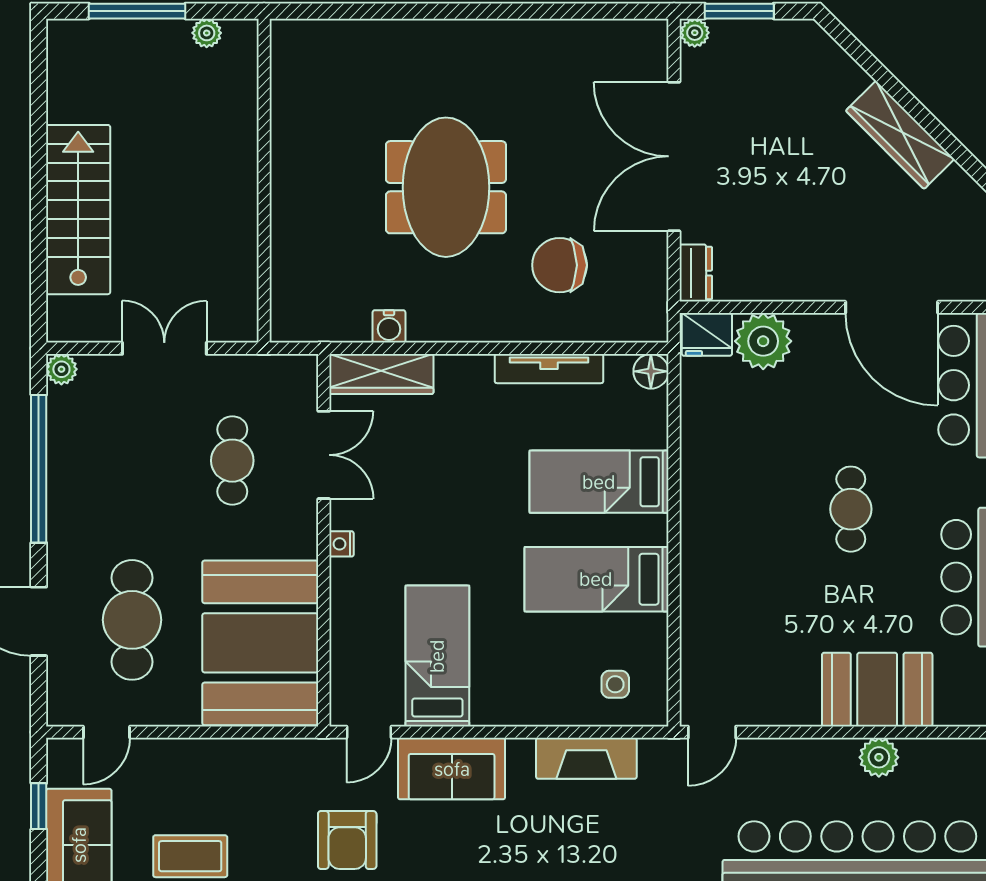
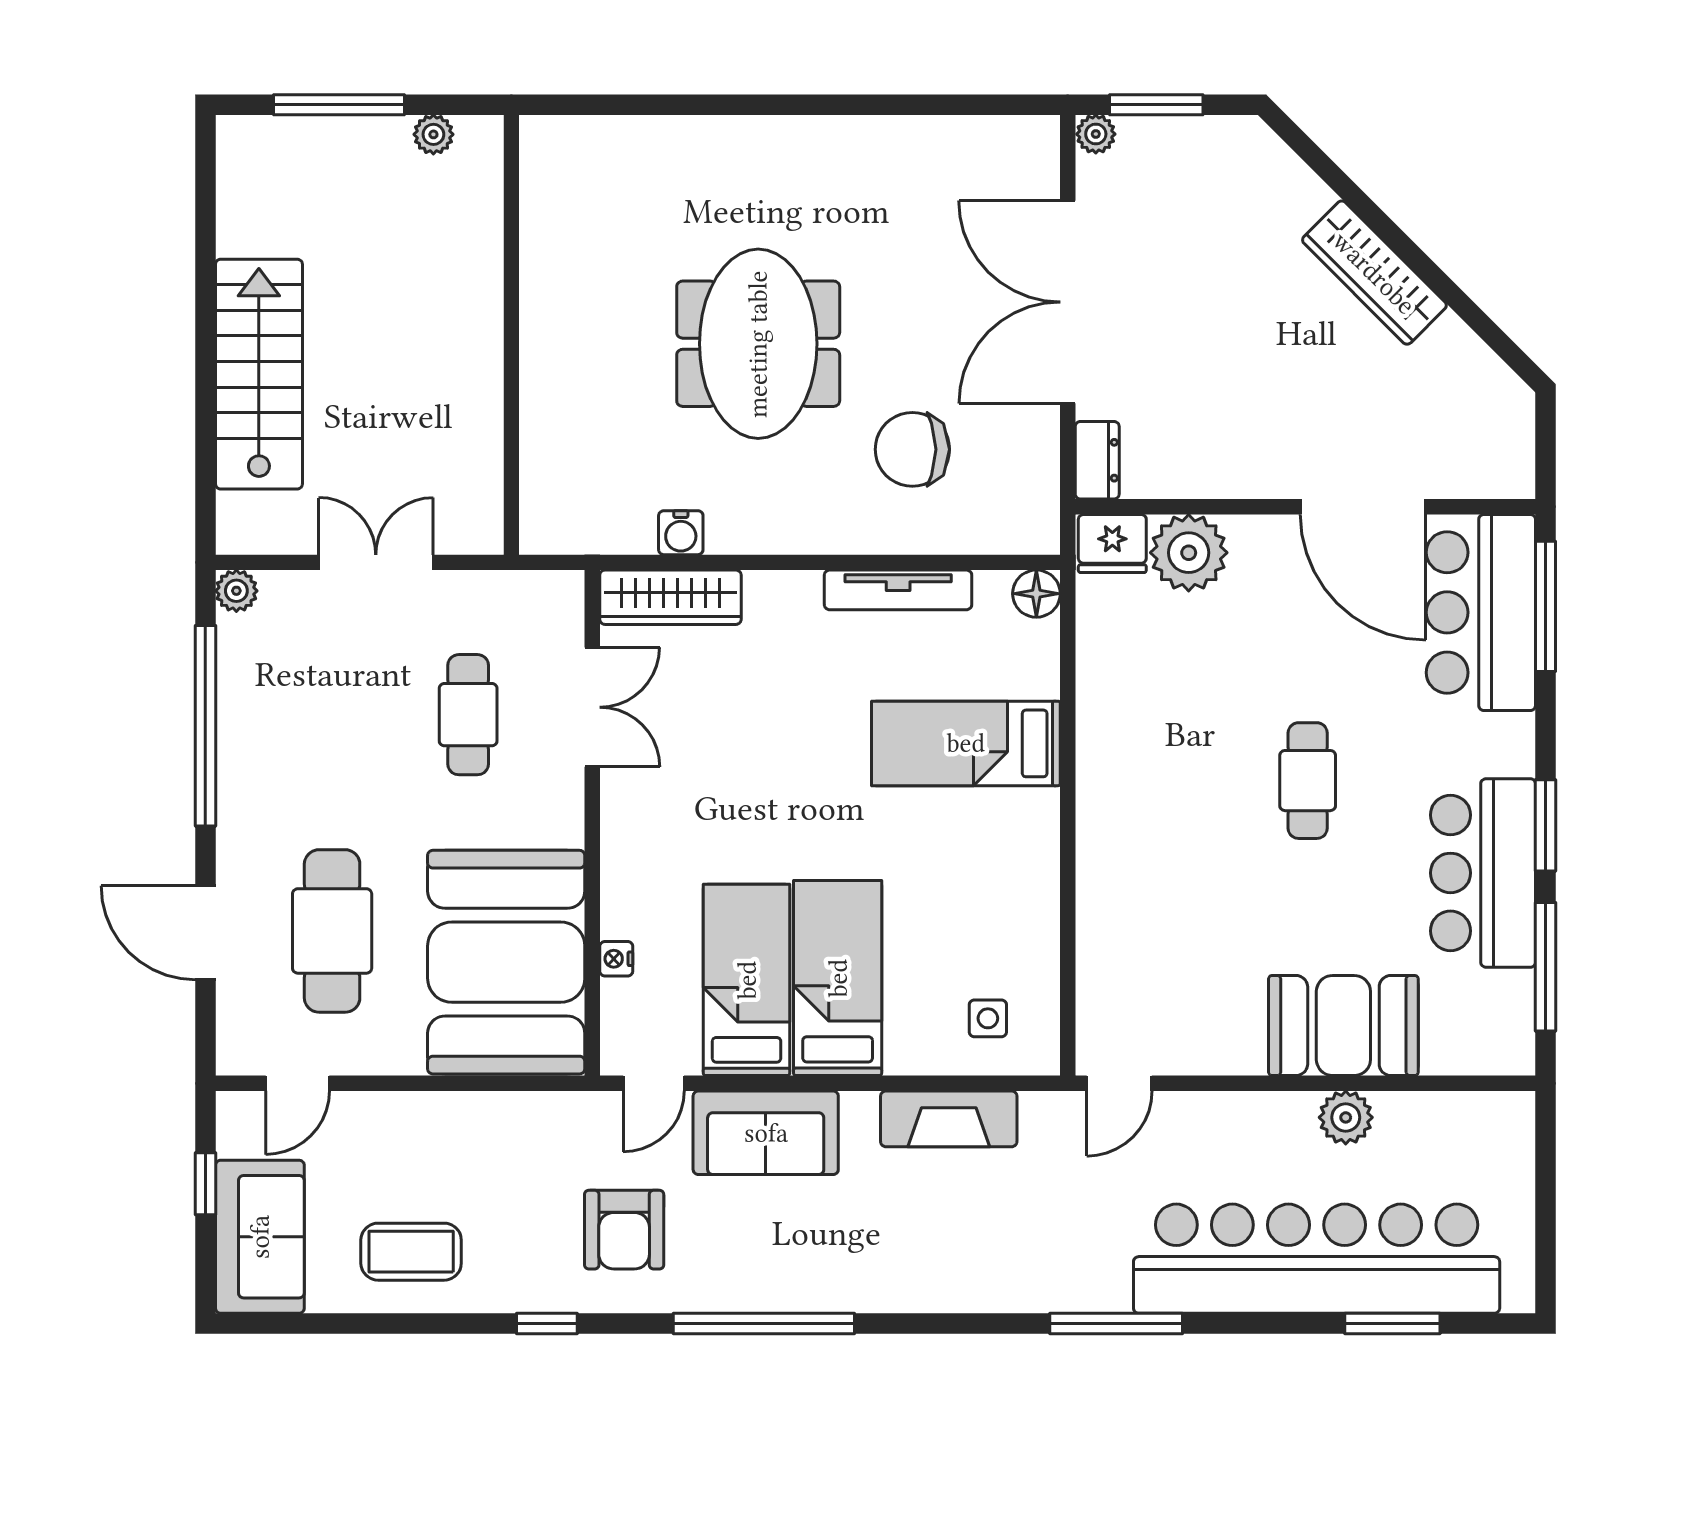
nightstand: (341, 544) -> (616, 959), moved
bed: (596, 579) -> (838, 978), moved, turned 90

